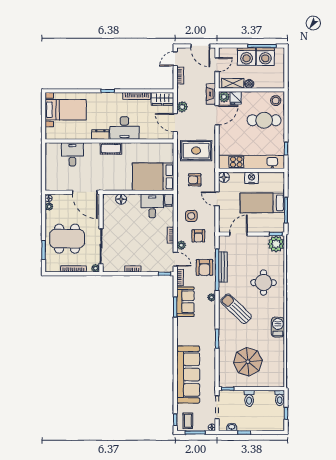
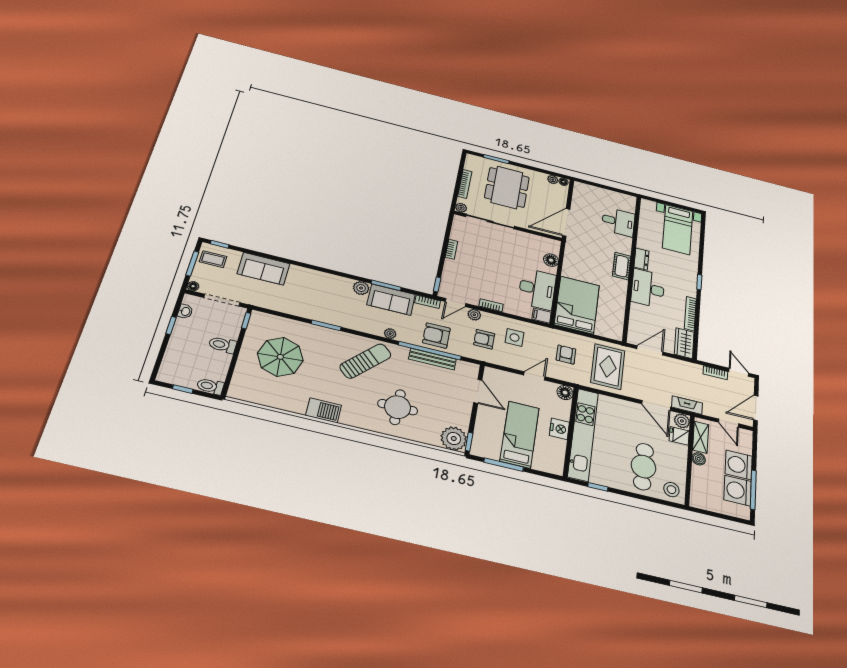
plant: (182, 107) -> (361, 288), moved
desk: (152, 206) -> (537, 289), width x1.37
sofa: (188, 375) -> (264, 269), width x0.54, depth x0.79

